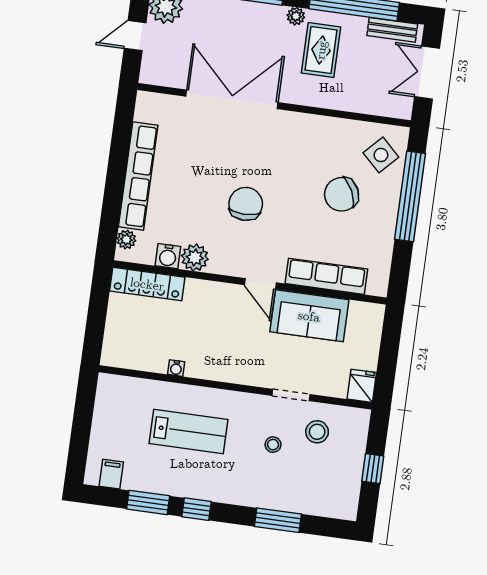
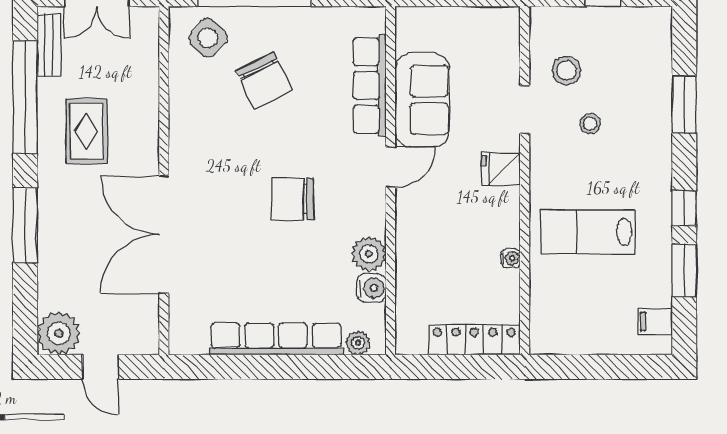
plant: (296, 16) -> (48, 169), removed
rug: (321, 50) -> (87, 131), turned 90
locker: (147, 284) -> (474, 340), moved, turned -90
fridge: (362, 386) -> (501, 169), moved
lab bench: (189, 431) -> (588, 232), turned -90

